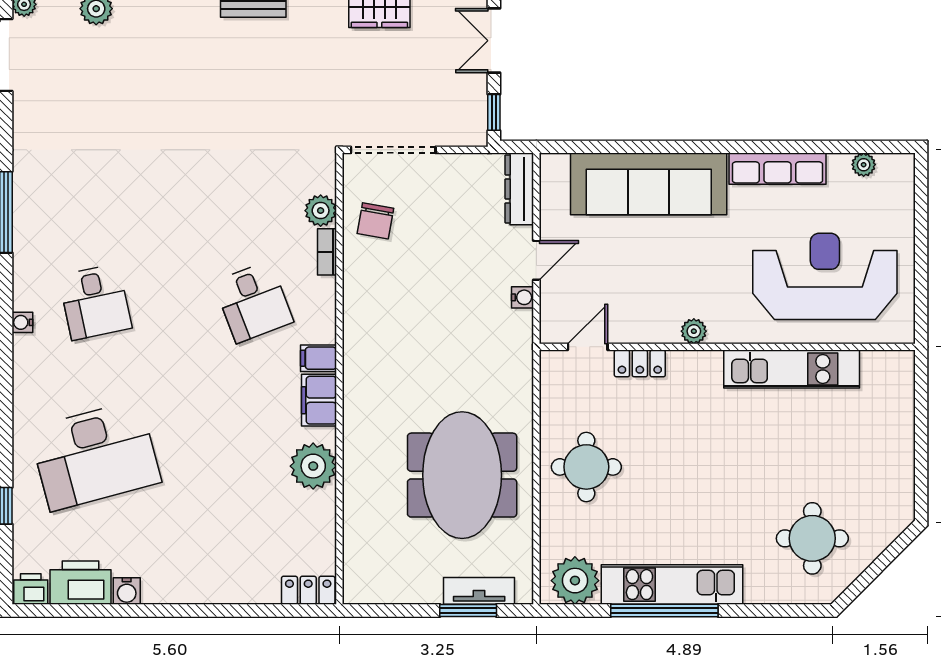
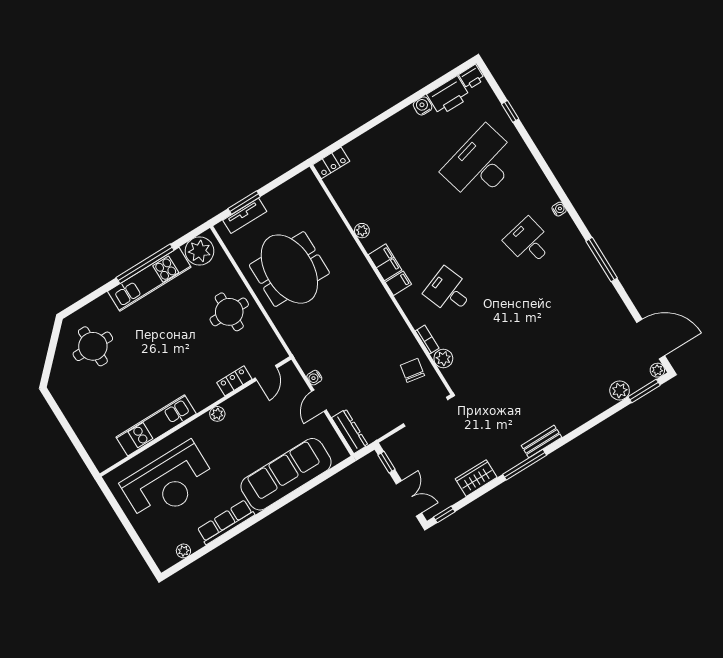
plant: (313, 466) -> (362, 231), width x0.53, depth x0.53

